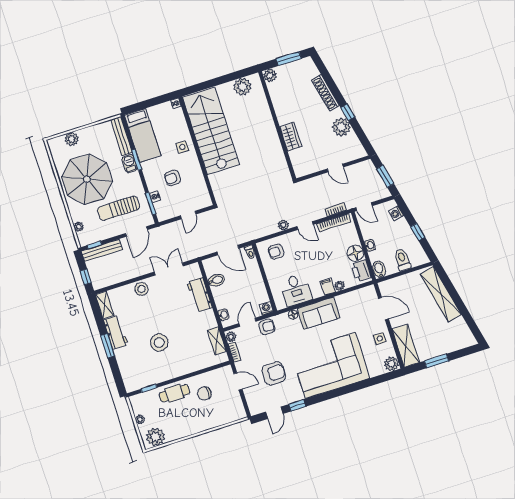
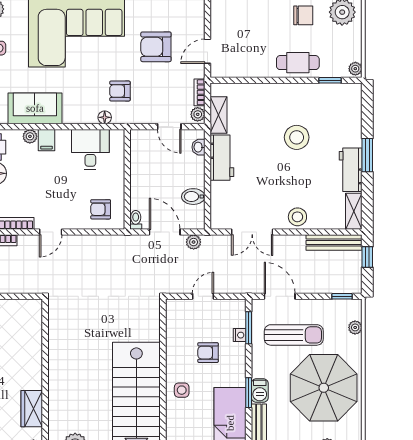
wardrobe: (291, 137) -> (32, 409), moved
armchair: (173, 178) -> (208, 353), turned 180
plant: (283, 225) -> (194, 242), moved
door: (305, 226) -> (51, 232), swing flipped
door: (136, 231) -> (280, 296), hinge flipped
bench: (102, 250) -> (334, 242), moved
armchair: (276, 252) -> (101, 209), turned 180
workbench: (200, 295) -> (222, 158), moved
washing machine: (266, 308) -> (138, 137), removed
sofa: (319, 313) -> (35, 108), moved
door: (248, 322) -> (169, 127), hinge flipped
armchair: (267, 327) -> (120, 91), moved
door: (238, 381) -> (208, 51), hinge flipped
chair: (204, 393) -> (303, 15), moved
plant: (140, 419) -> (355, 69), moved

